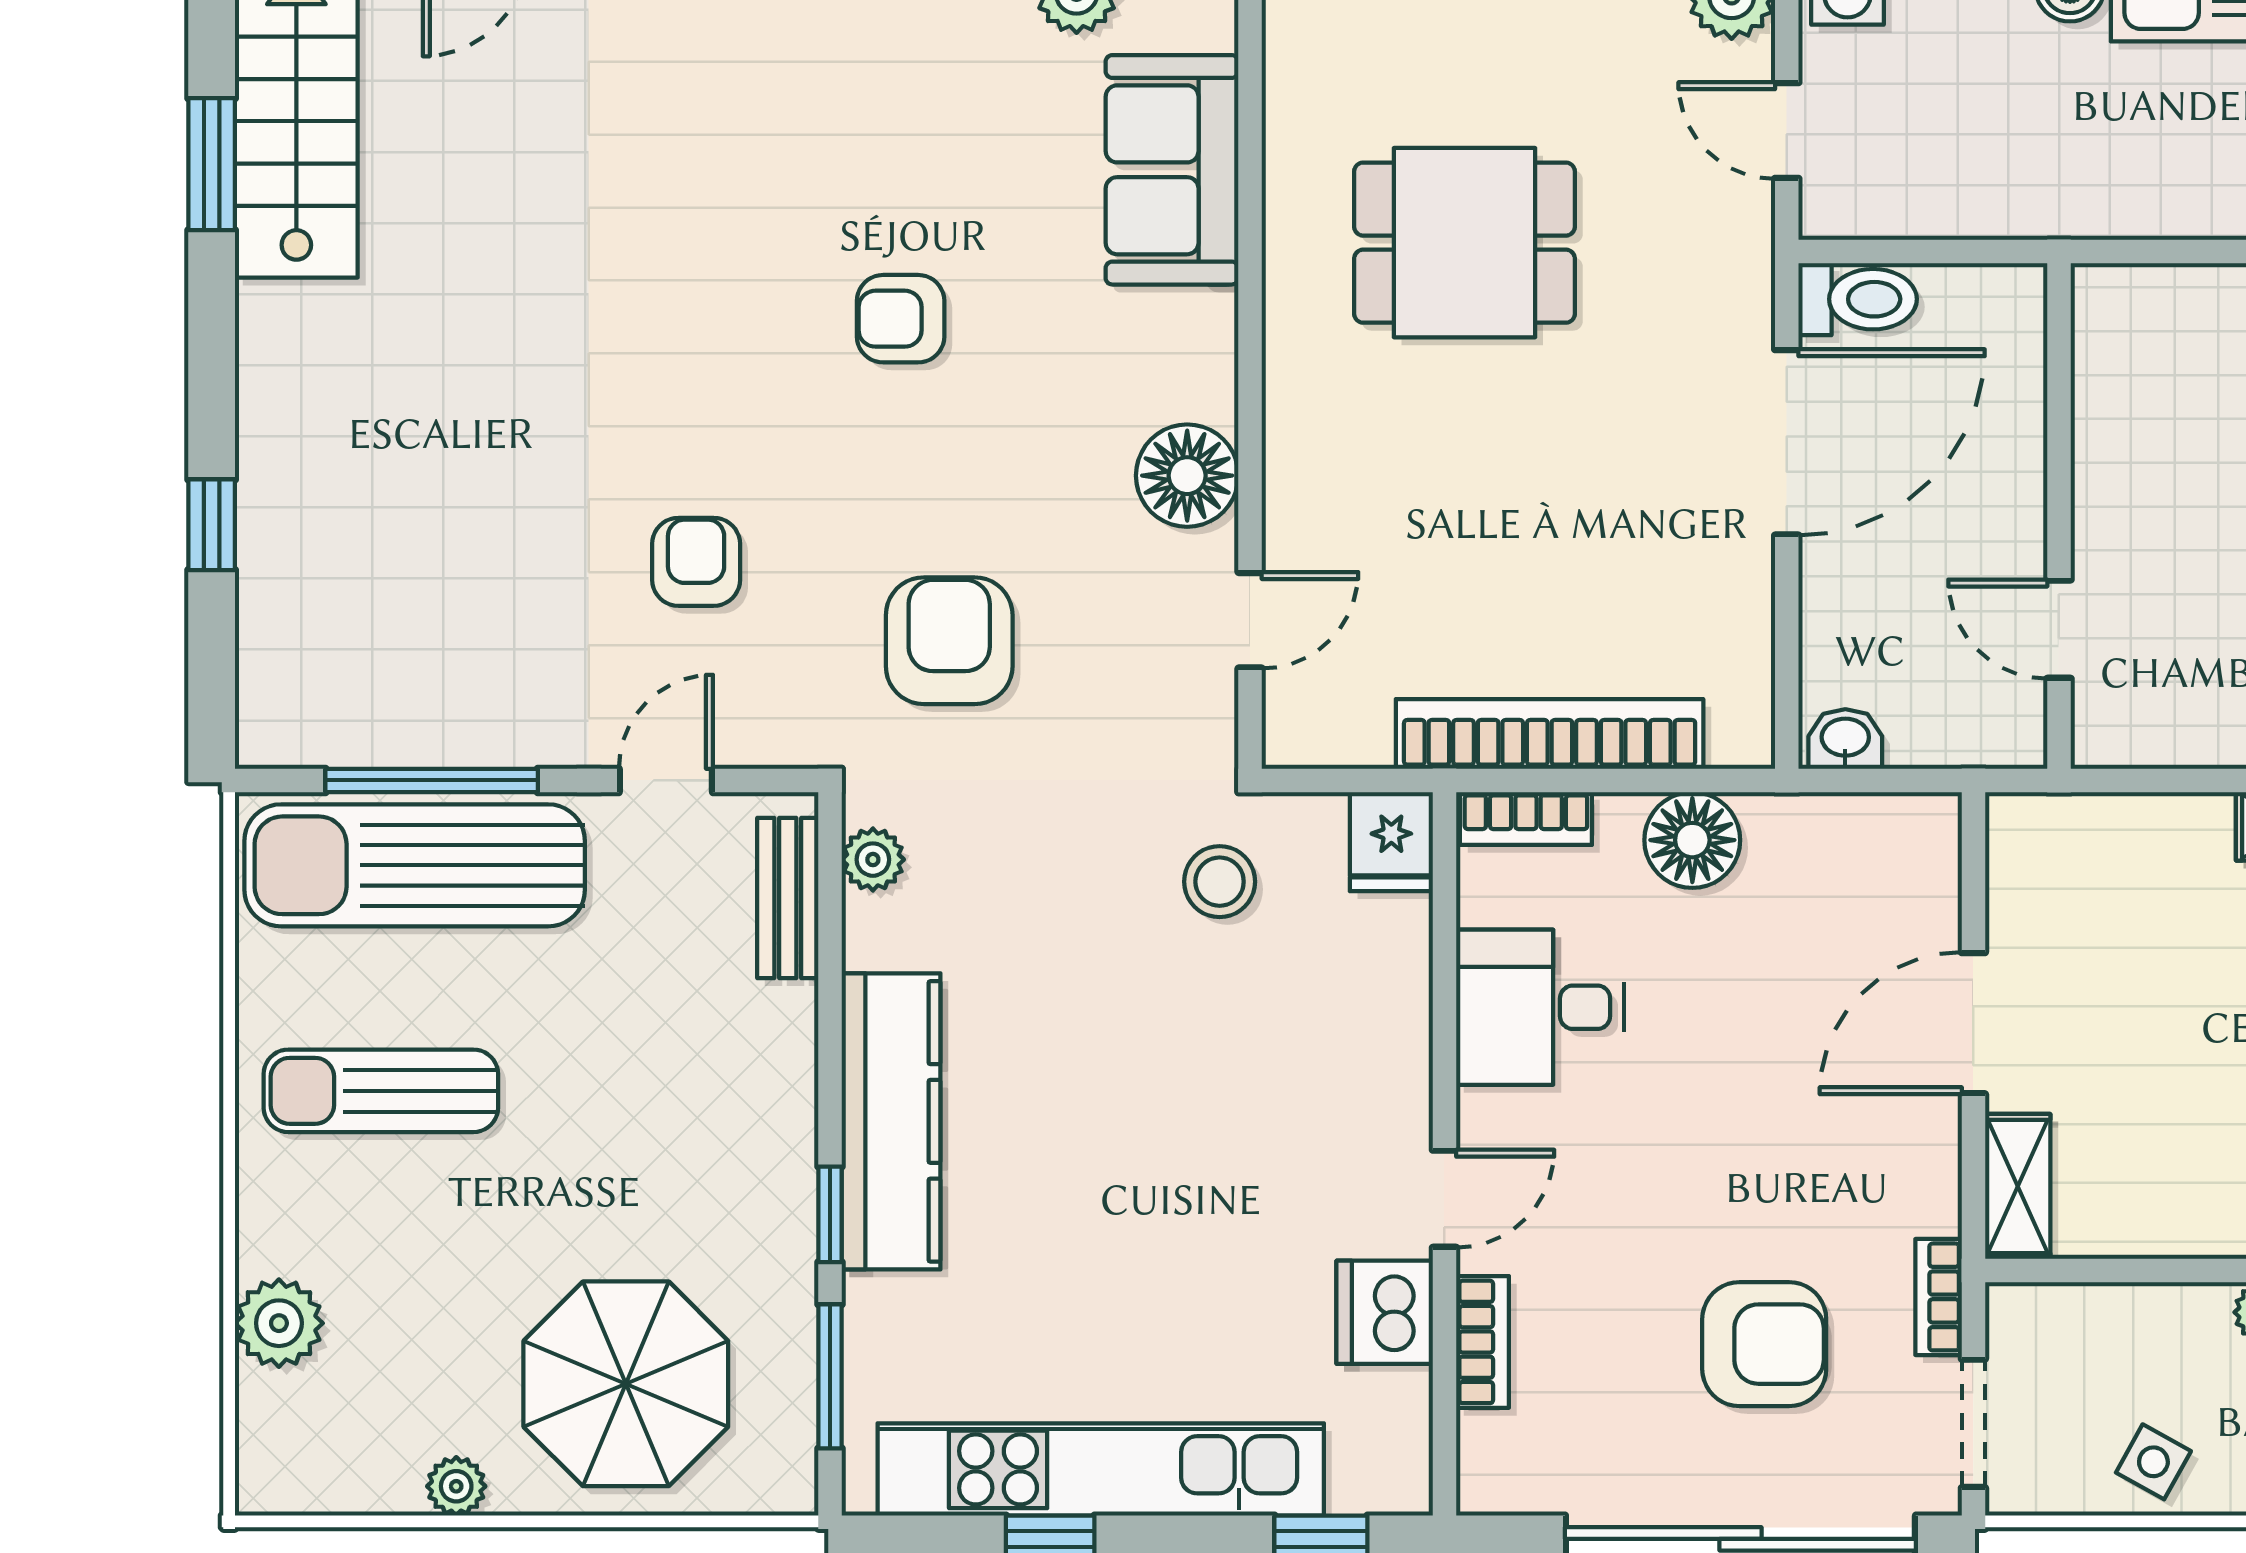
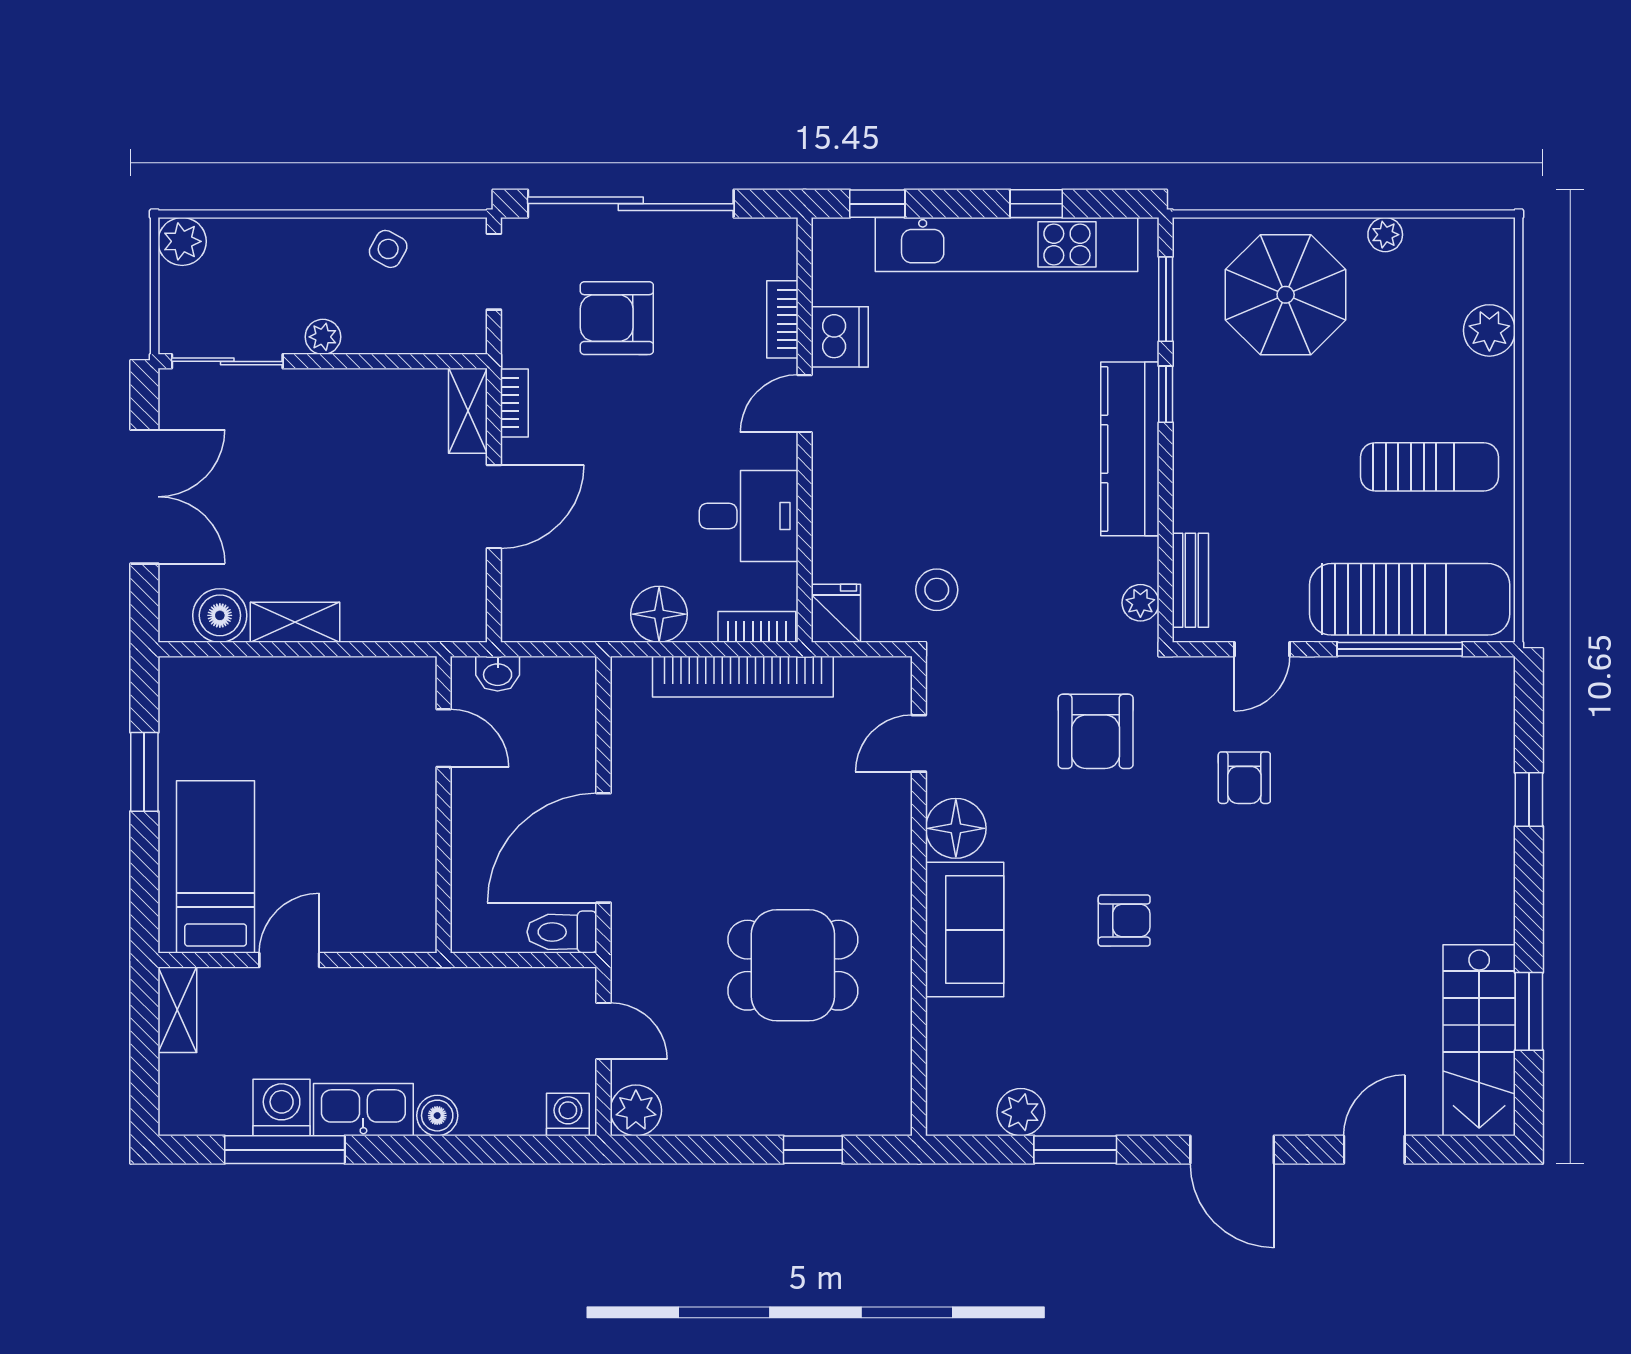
sofa: (1172, 170) -> (965, 930), moved
washbasin: (1845, 739) -> (498, 674), moved
bookcase: (1939, 1297) -> (514, 403), moved

